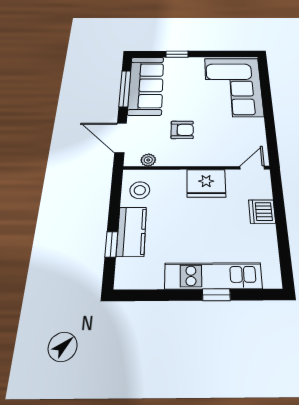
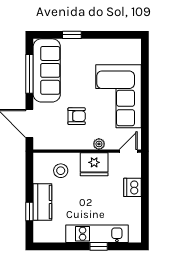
corner sofa: (233, 87) -> (119, 96), moved
plant: (148, 160) -> (99, 144), moved
stool: (140, 190) -> (61, 171), moved

